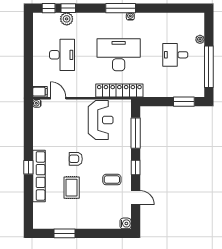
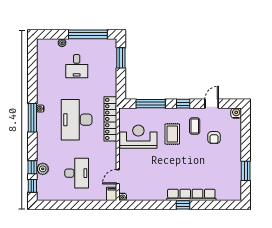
desk: (62, 55) -> (77, 173), turned 90
armchair: (76, 159) -> (214, 138), moved
rug: (72, 188) -> (172, 134), moved, turned 90

